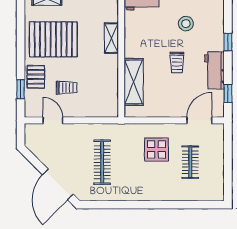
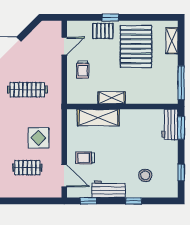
stool: (186, 24) -> (145, 175), moved
shelving: (111, 38) -> (112, 98), moved
trolley: (177, 62) -> (85, 158), moved
trolley: (67, 88) -> (83, 70), moved
window: (21, 89) -> (110, 17), moved

